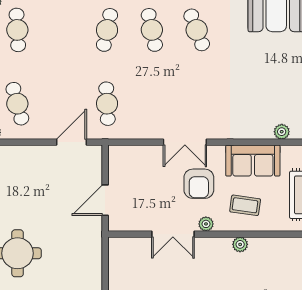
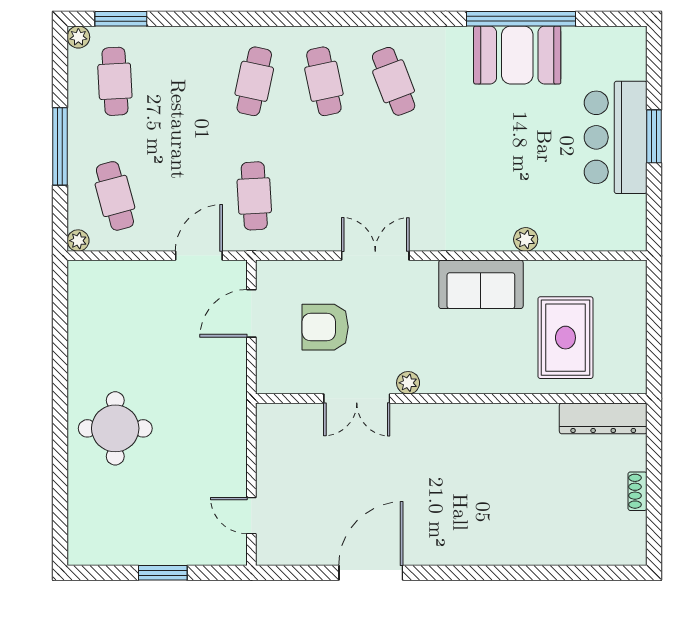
double door: (185, 142) -> (375, 256), swing flipped
armchair: (199, 184) -> (325, 327), moved, turned 90
door: (105, 200) -> (251, 313), moved
coffee table: (245, 205) -> (469, 354), removed
plant: (240, 244) -> (461, 415), removed

